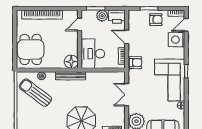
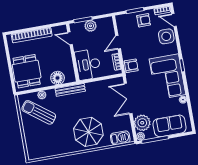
printer: (117, 17) -> (105, 24), removed
door: (80, 25) -> (70, 38), hinge flipped
door: (186, 25) -> (174, 20), hinge flipped
door: (127, 37) -> (118, 42), hinge flipped
floor lamp: (71, 62) -> (58, 78), moved
double door: (127, 95) -> (128, 98), width x1.37

